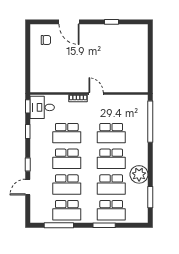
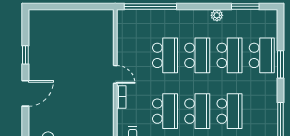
door: (69, 22) -> (25, 93), moved
door: (96, 94) -> (115, 74), swing flipped
plant: (139, 174) -> (217, 15), width x0.53, depth x0.53
school desk: (67, 210) -> (262, 111), removed

